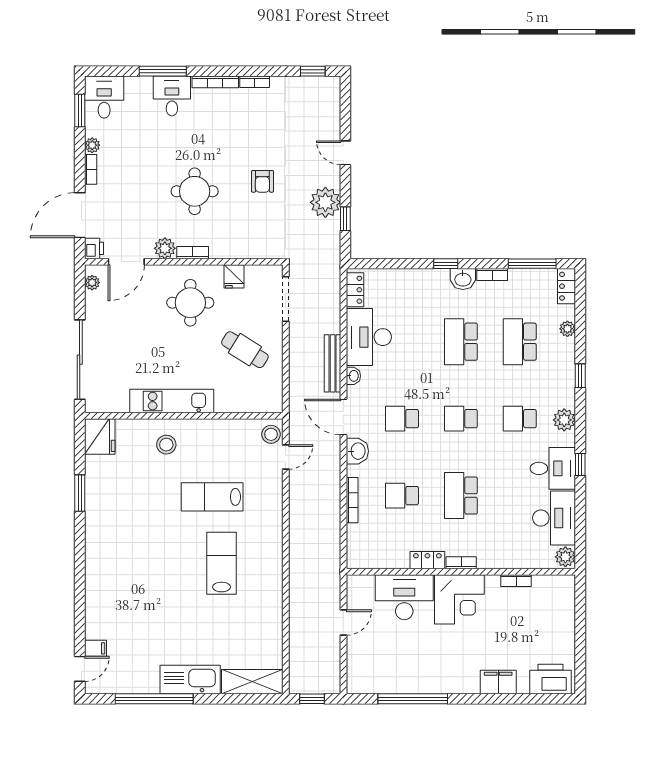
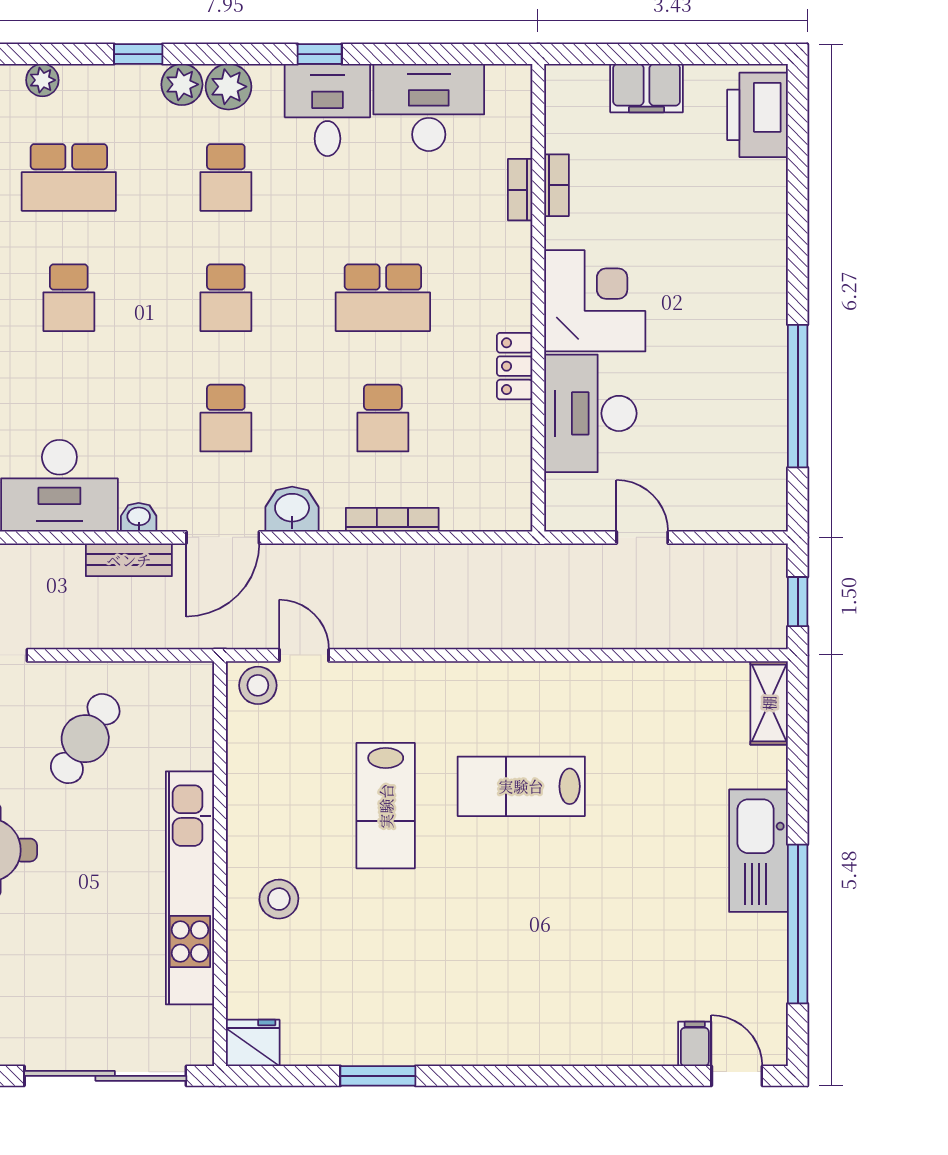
school desk: (461, 342) -> (69, 298), width x0.54
bench: (333, 363) -> (129, 560), width x0.73
kitchen unit: (172, 401) -> (190, 888), width x1.36
fridge: (100, 437) -> (253, 1043), width x0.73, depth x0.75
plant: (565, 557) -> (182, 84), moved
bookcase: (461, 563) -> (520, 190), moved
shelving: (252, 682) -> (769, 703), width x0.67, depth x0.75
filing cabinet: (498, 682) -> (647, 88), moved, turned -90

